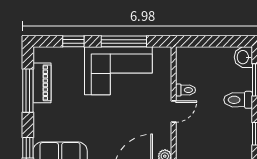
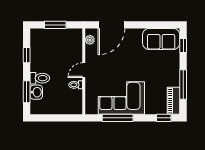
window: (73, 41) -> (164, 118), moved
washbasin: (243, 57) -> (36, 92), moved
piano: (42, 83) -> (173, 101), moved

